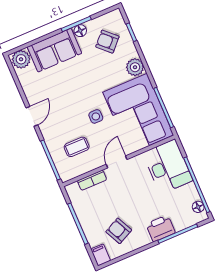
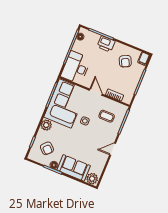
door: (117, 162) -> (96, 92), swing flipped

